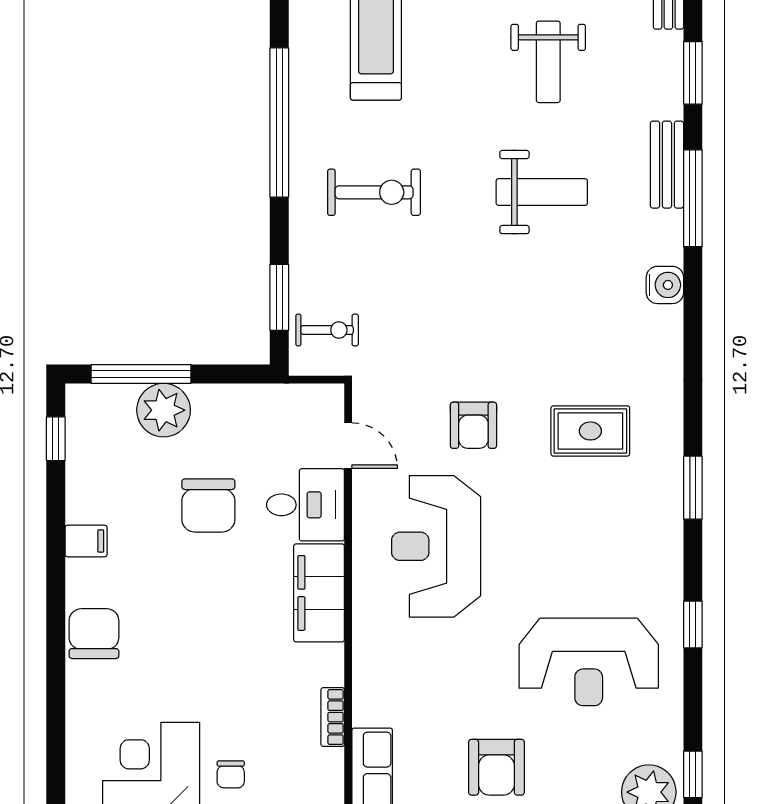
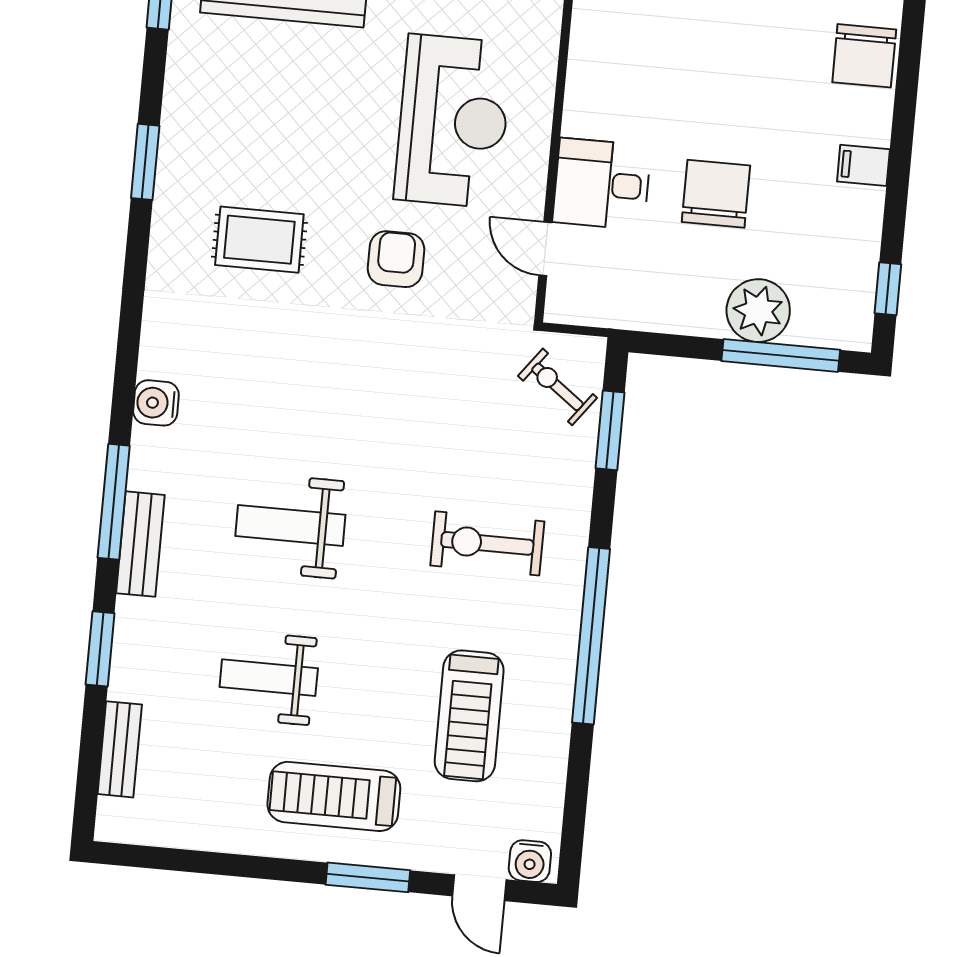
weight bench: (548, 62) -> (269, 678), turned -90
exercise bike: (327, 330) -> (557, 387), turned 37
filing cabinet: (319, 593) -> (595, 79), removed

